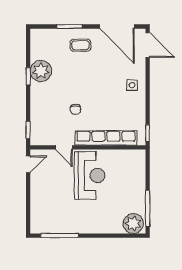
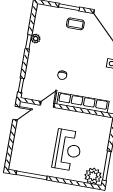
plant: (41, 71) -> (36, 39), width x0.53, depth x0.53
door: (64, 147) -> (47, 104), swing flipped
reception desk: (90, 175) -> (67, 150), moved

